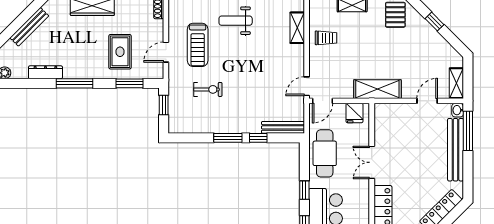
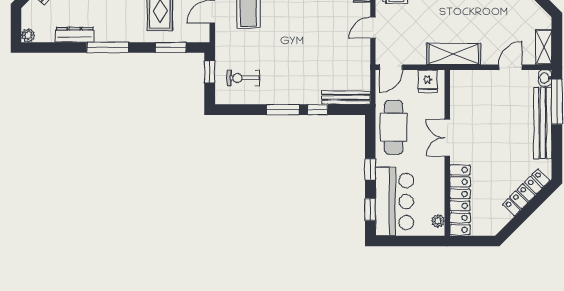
door: (307, 86) -> (373, 28), moved
exercise bike: (208, 89) -> (243, 78), moved, turned 180

